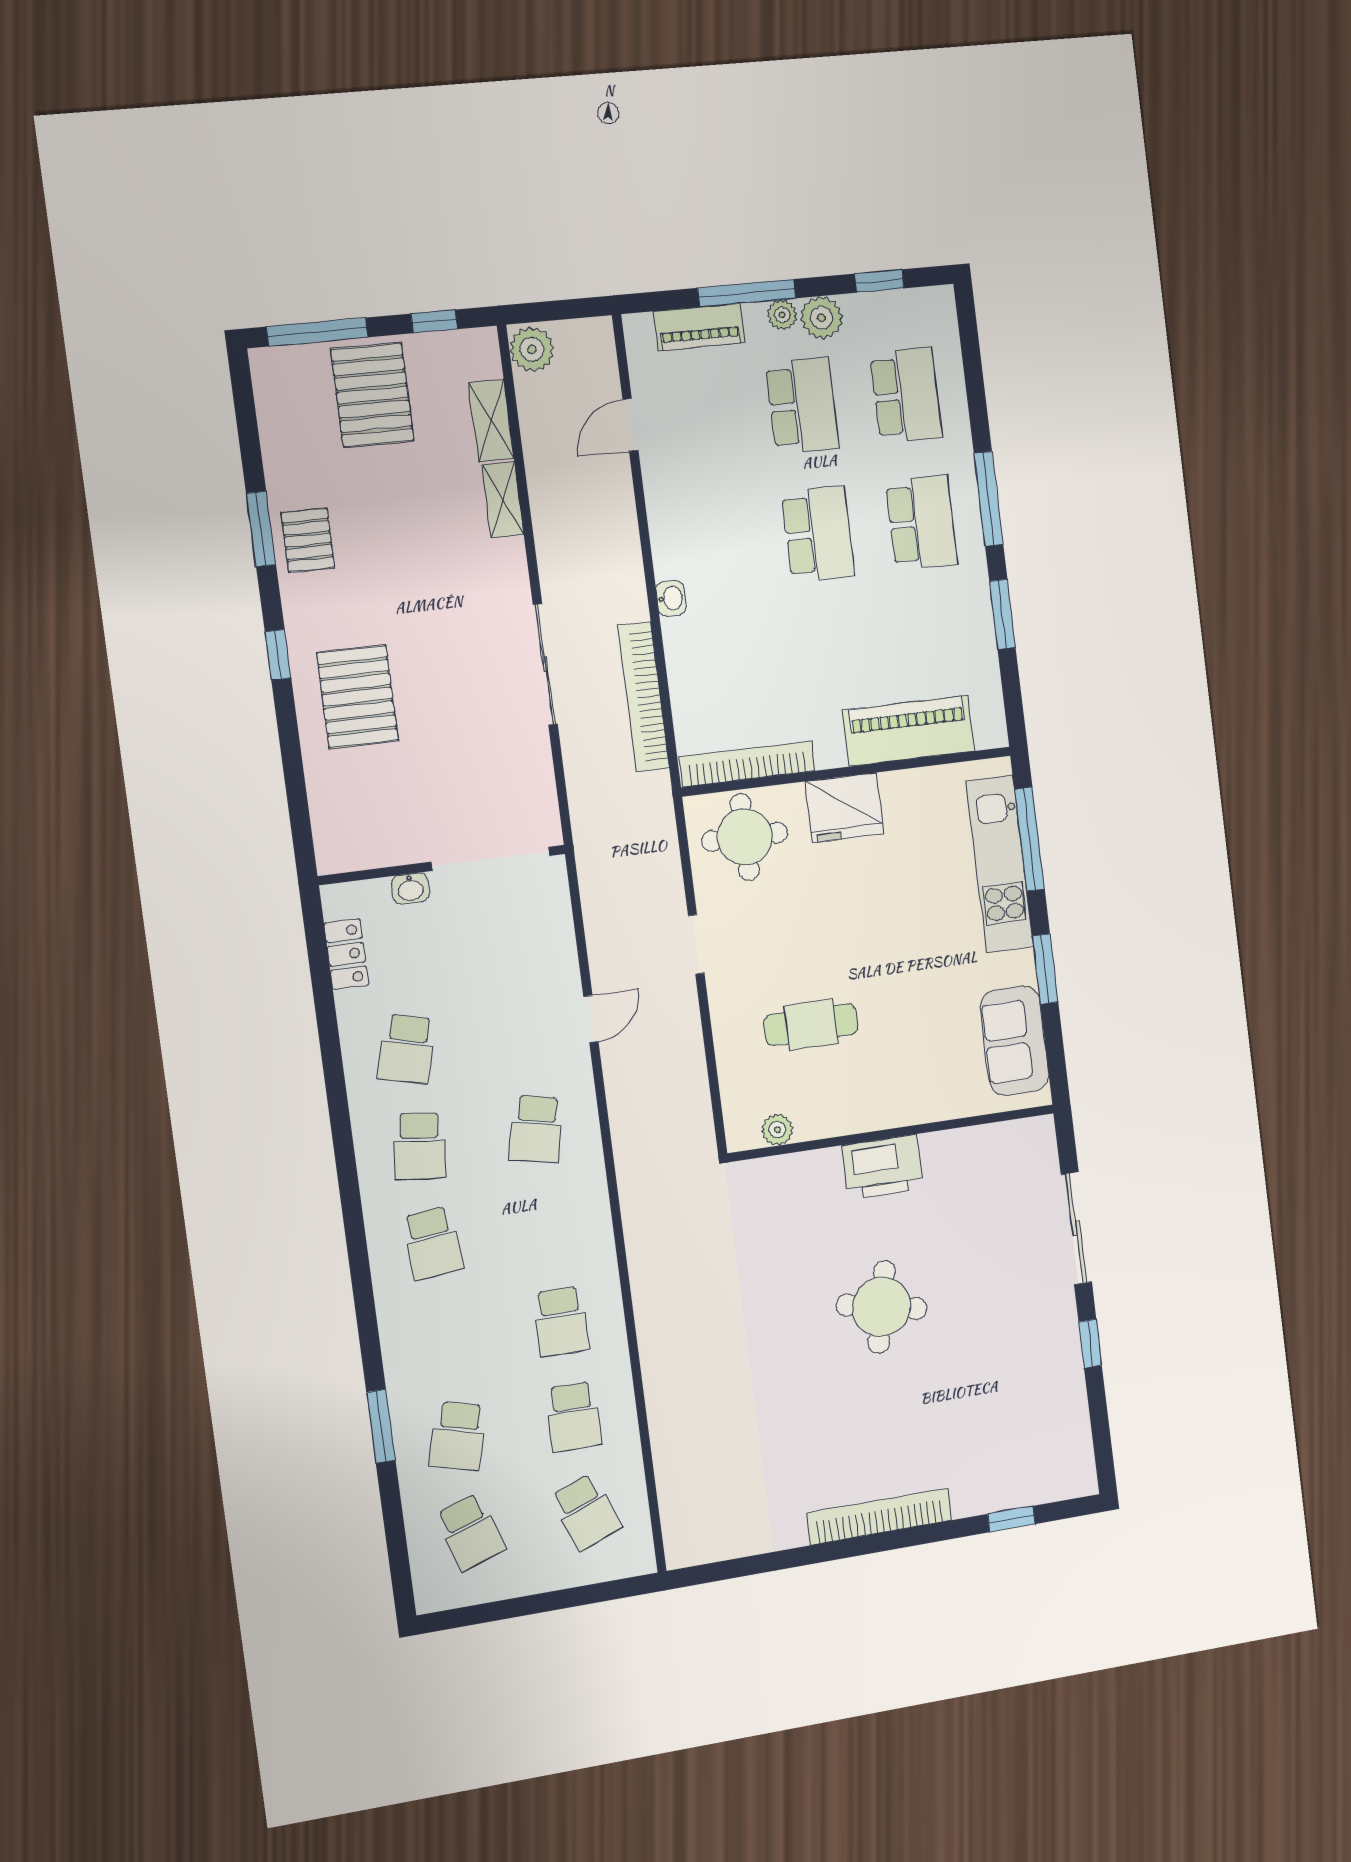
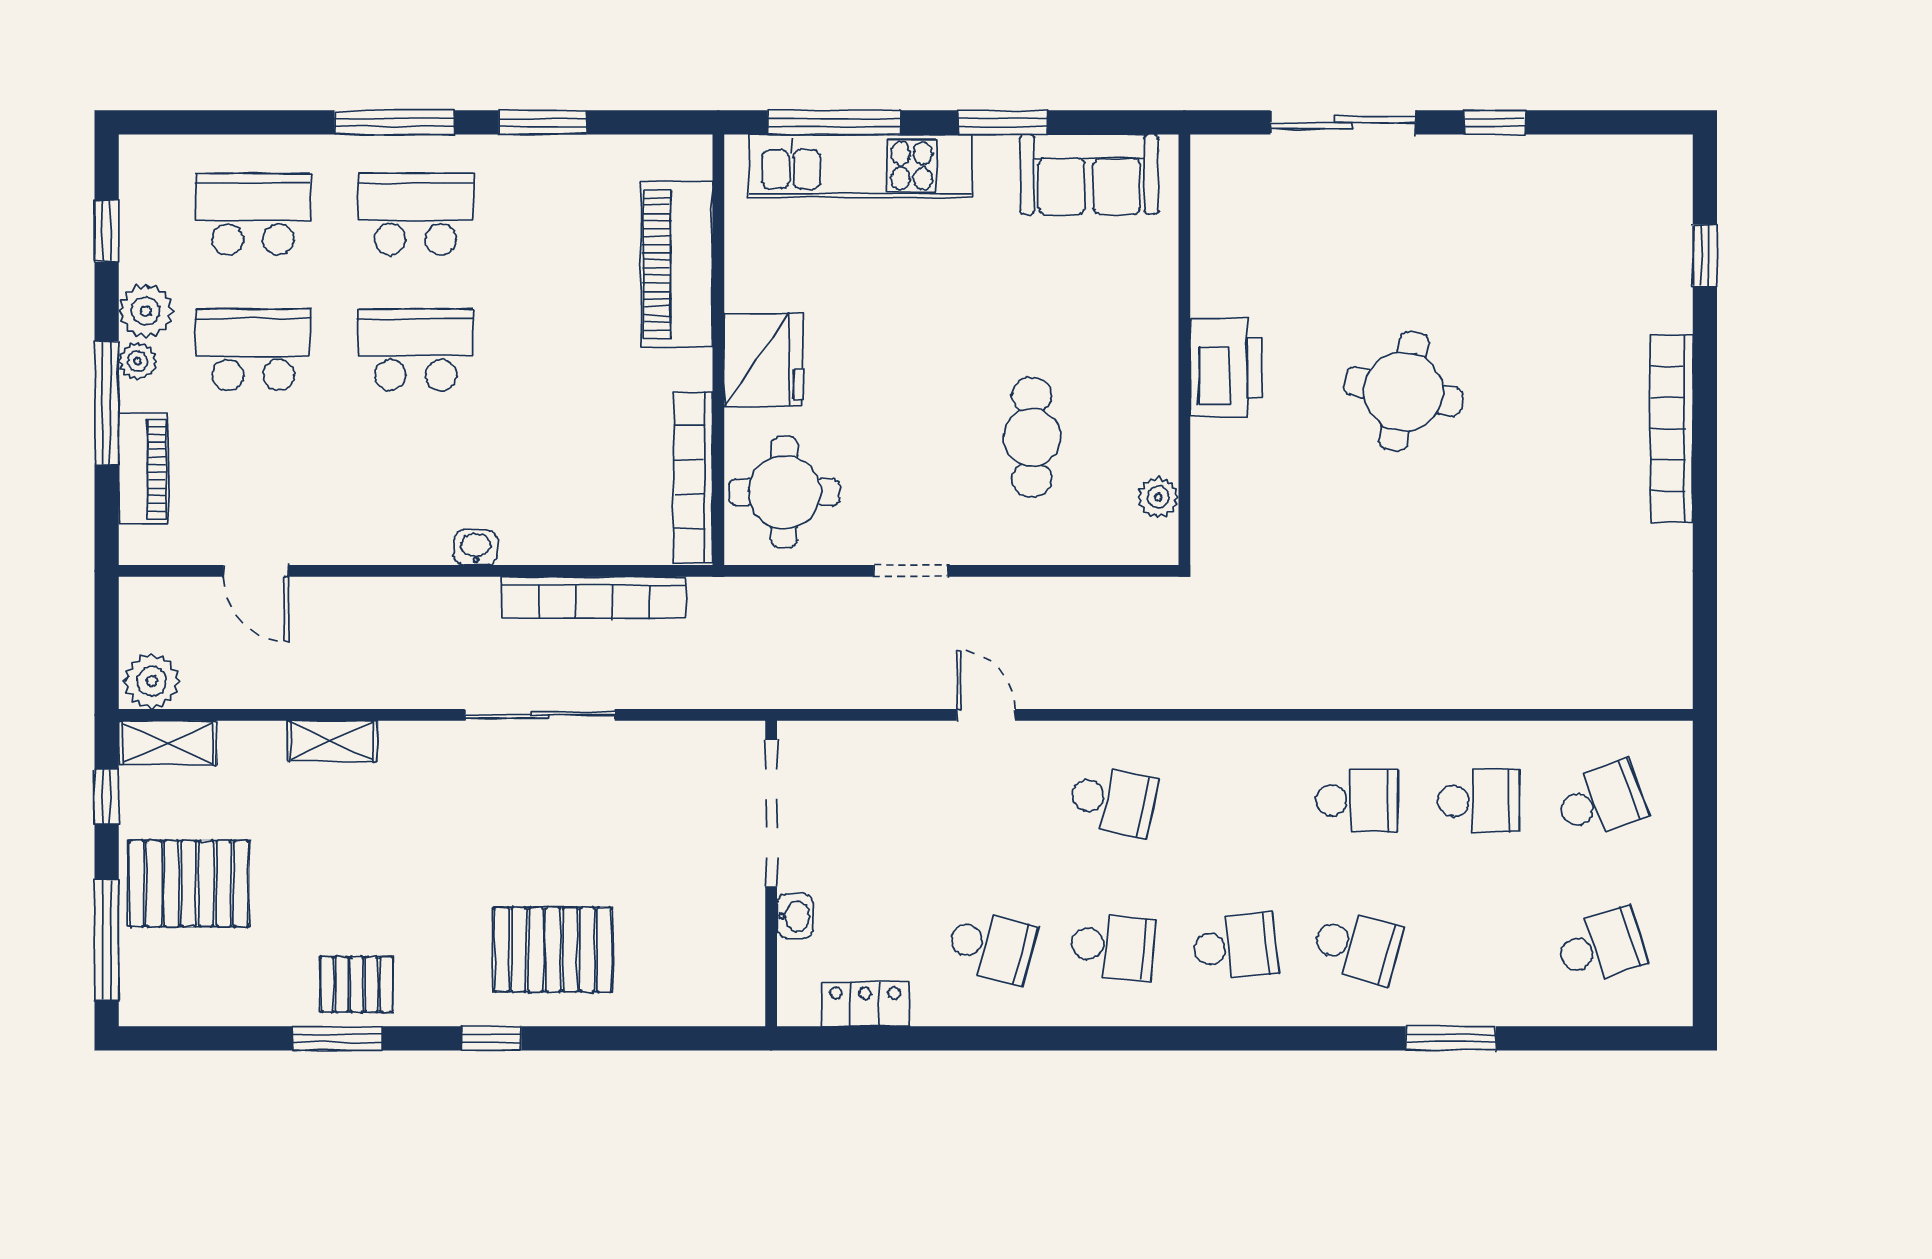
shelving: (491, 421) -> (168, 743), moved
school desk: (458, 1436) -> (1357, 946), moved

